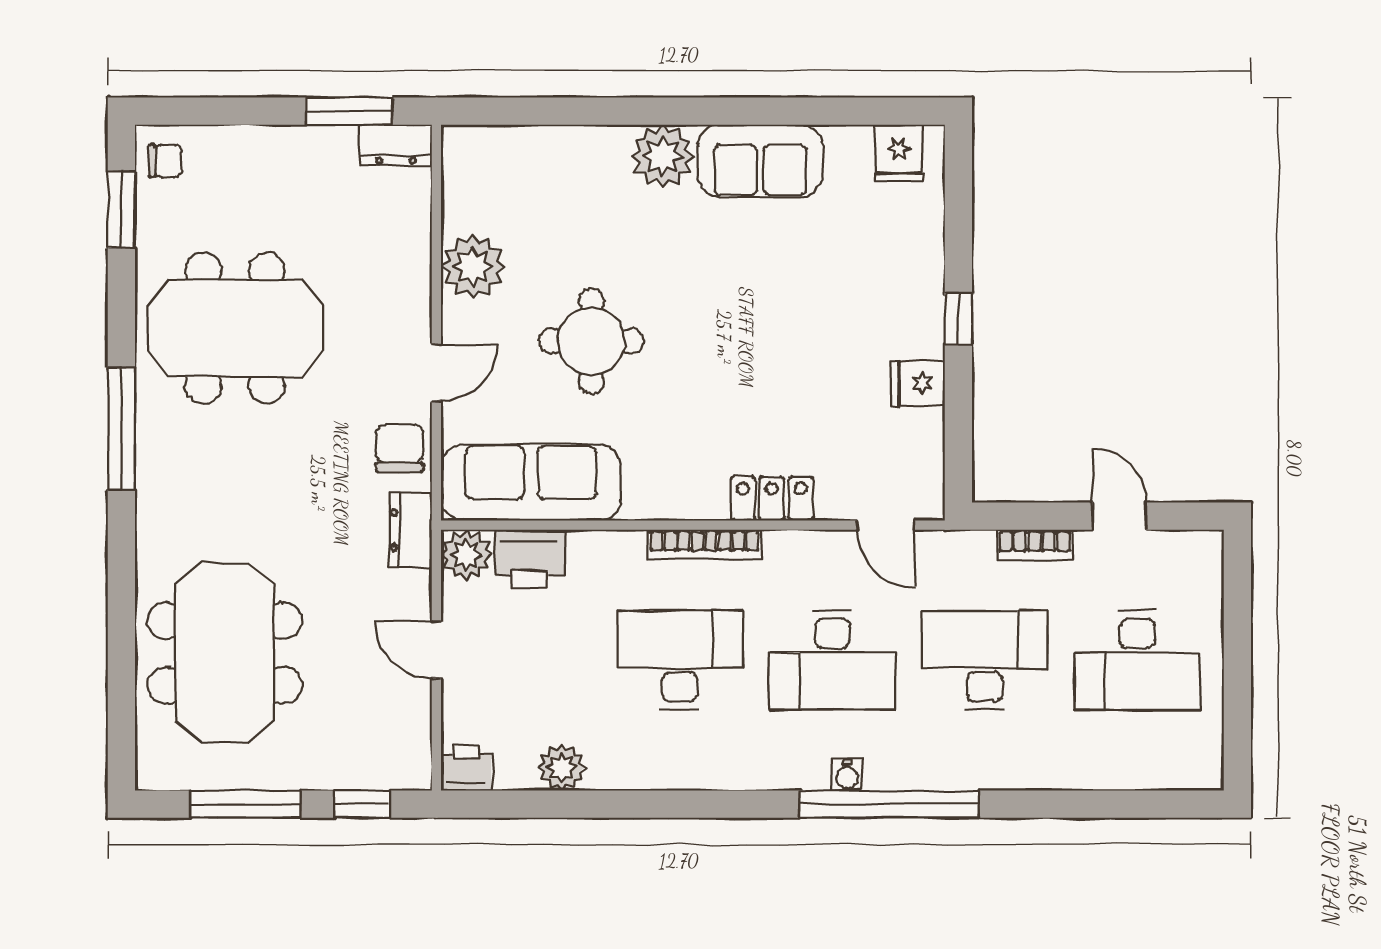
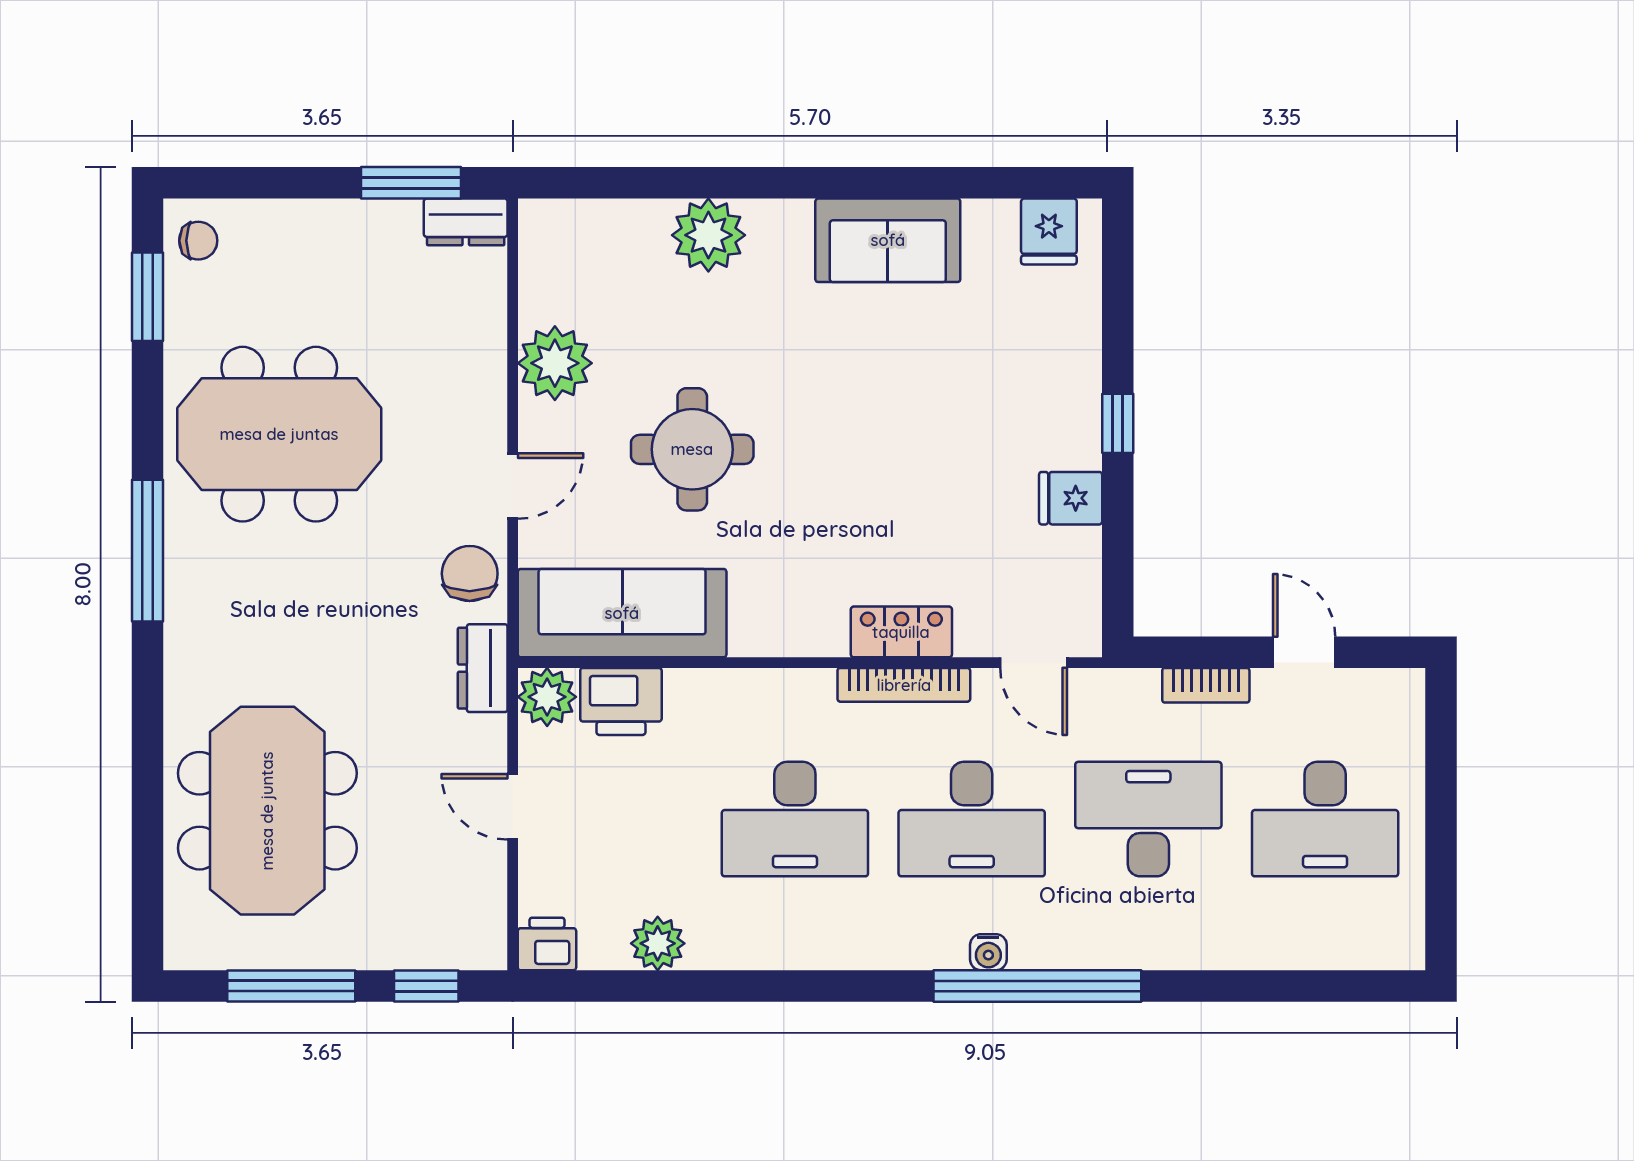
plant: (662, 156) -> (708, 235), moved
bookcase: (704, 544) -> (904, 685), moved
desk: (680, 660) -> (795, 819), turned 180

